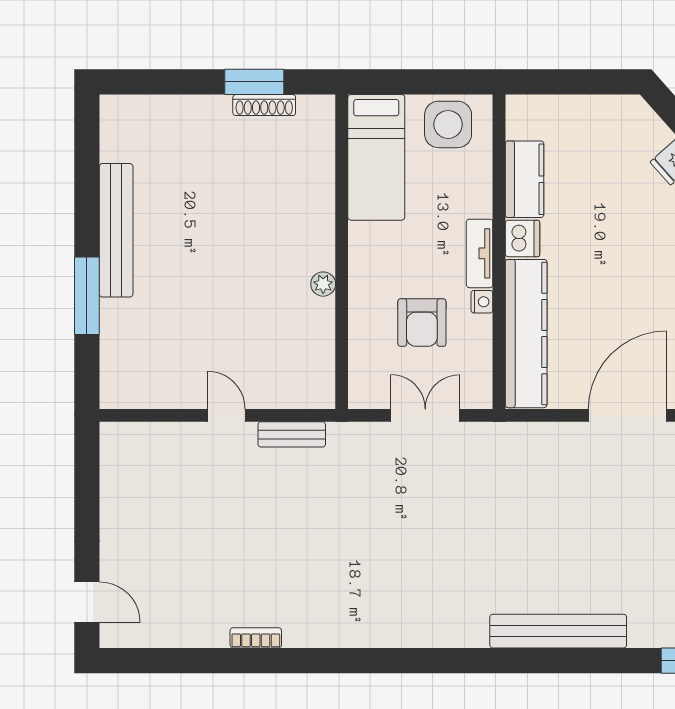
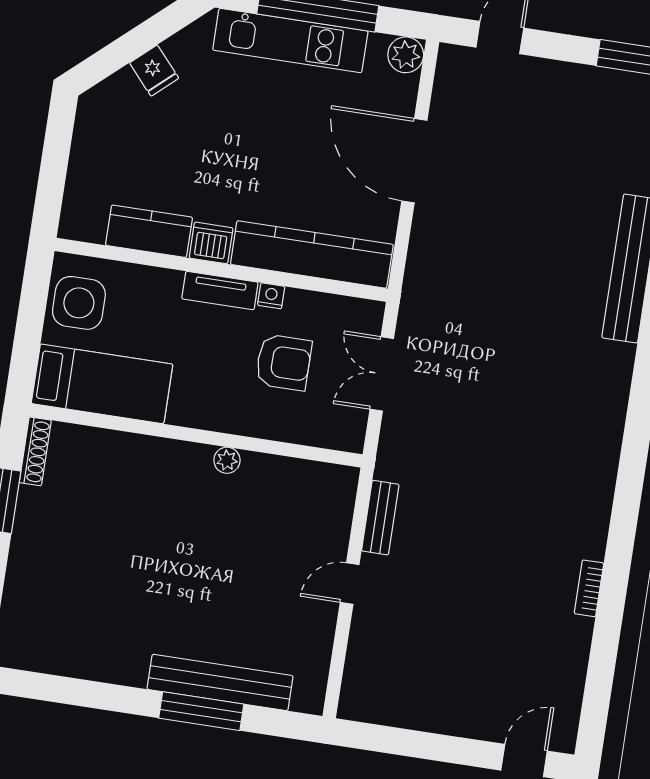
shoe rack: (264, 105) -> (35, 451), moved
bench: (116, 230) -> (220, 682), moved

